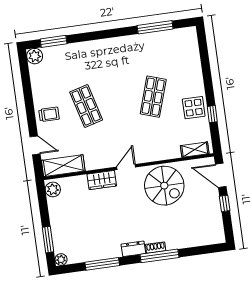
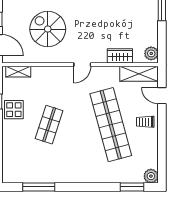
shop shelf: (86, 106) -> (111, 125), width x2.00, depth x1.36
wardrobe: (102, 180) -> (120, 56), moved
spiral stairs: (164, 186) -> (48, 29), moved

